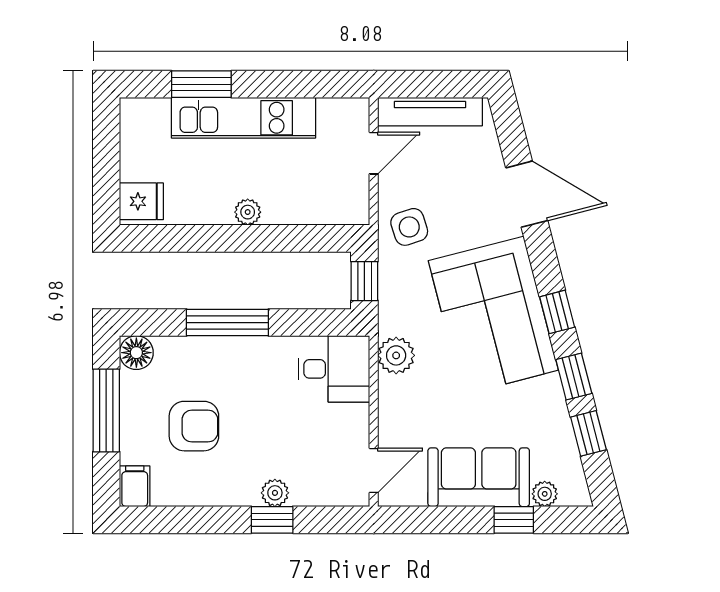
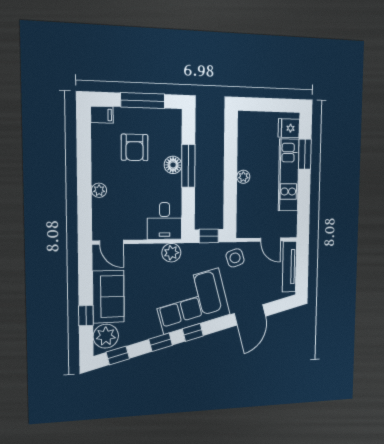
fridge: (141, 201) -> (289, 128), moved, turned 90
floor lamp: (136, 353) -> (173, 165), moved
window: (588, 433) -> (118, 355), moved
plant: (545, 494) -> (106, 336), width x1.87, depth x1.87
window: (272, 520) -> (84, 189), removed

